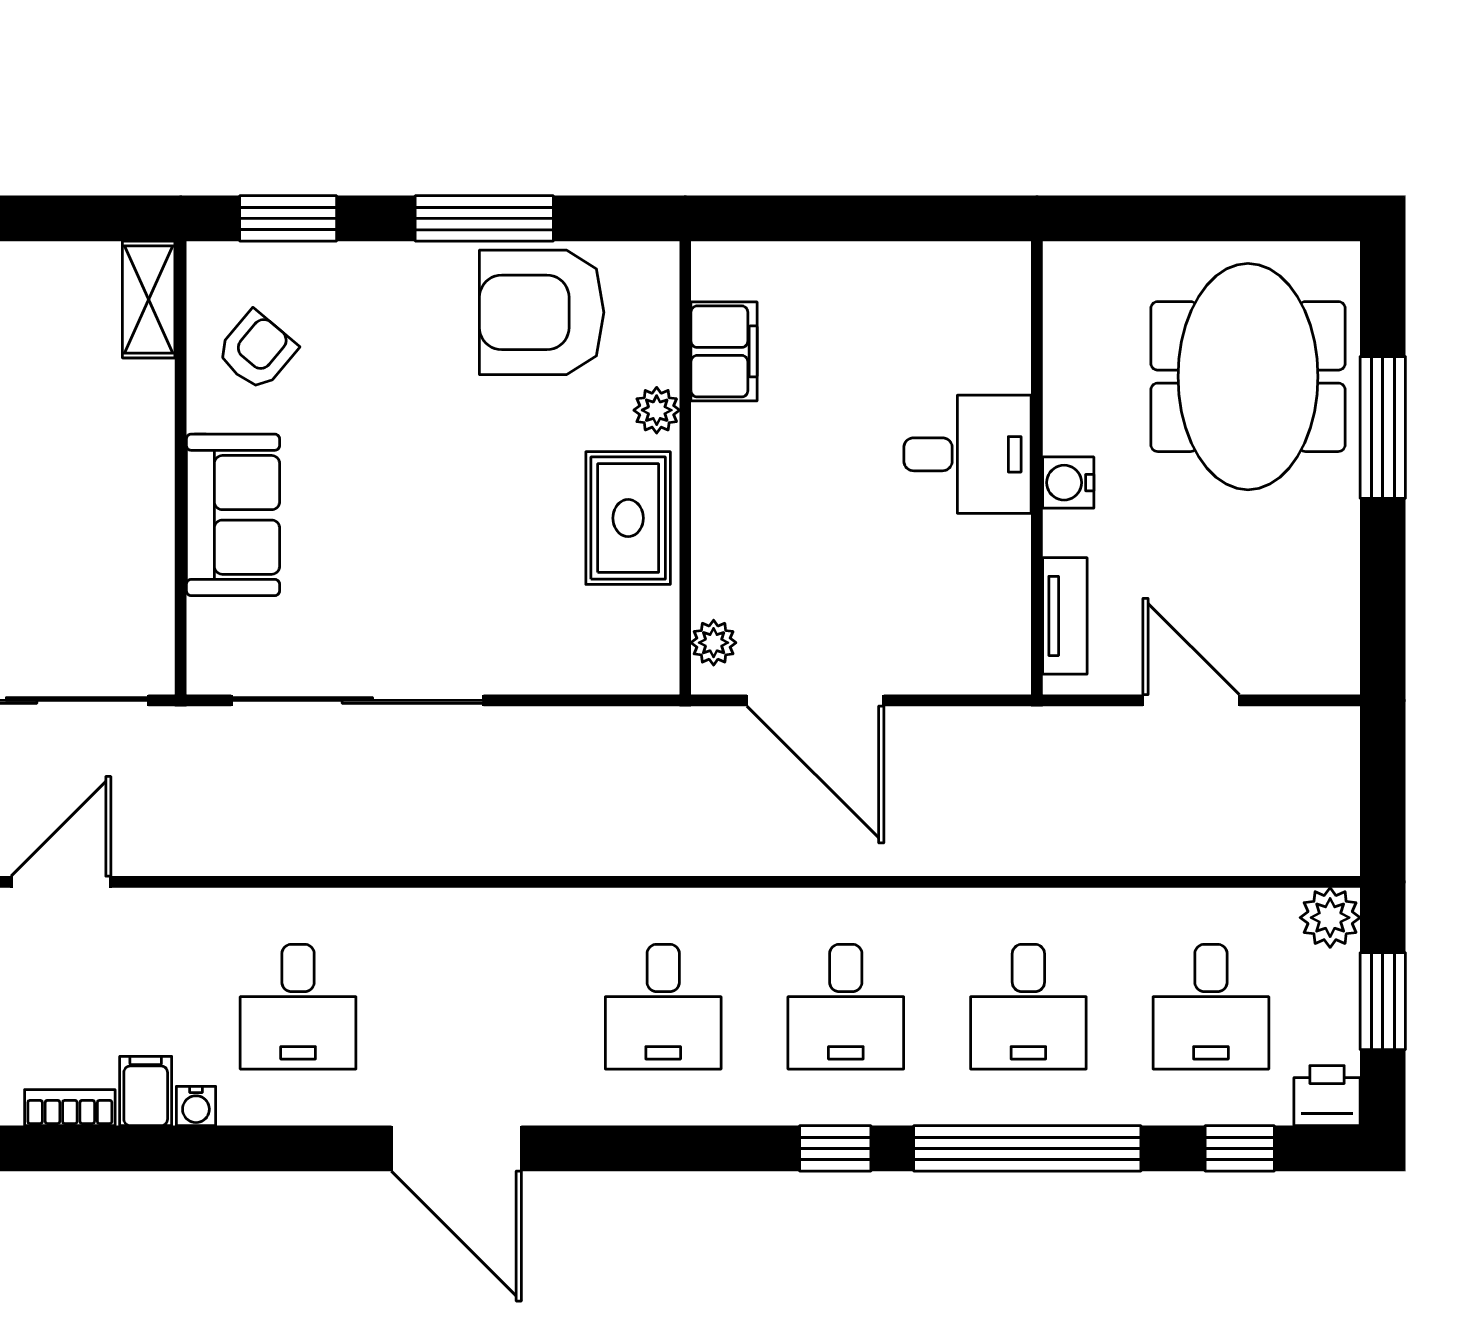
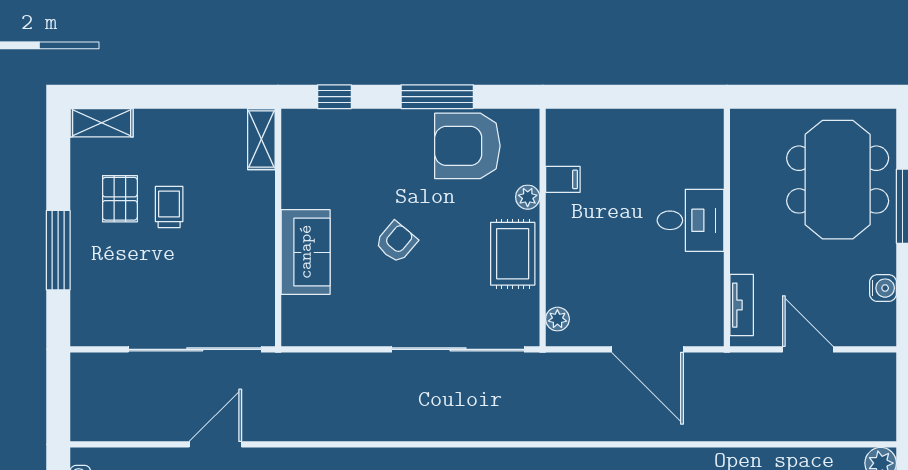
window: (288, 218) -> (334, 97), width x0.67
armchair: (257, 351) -> (396, 242), moved
filing cabinet: (724, 351) -> (563, 179), width x0.50
water cooler: (1068, 483) -> (883, 288), moved, turned 180
sliding door: (357, 700) -> (458, 349), moved
door: (815, 700) -> (647, 349), moved

